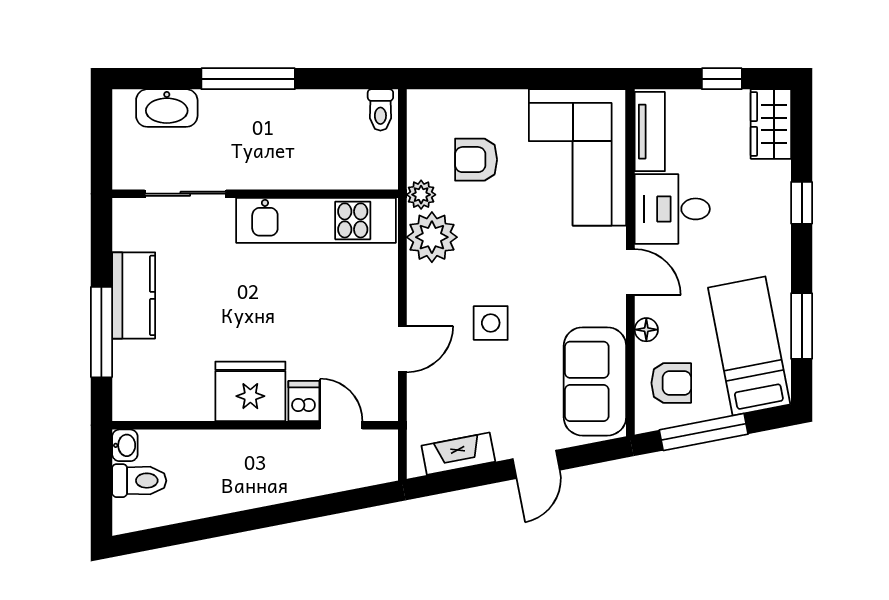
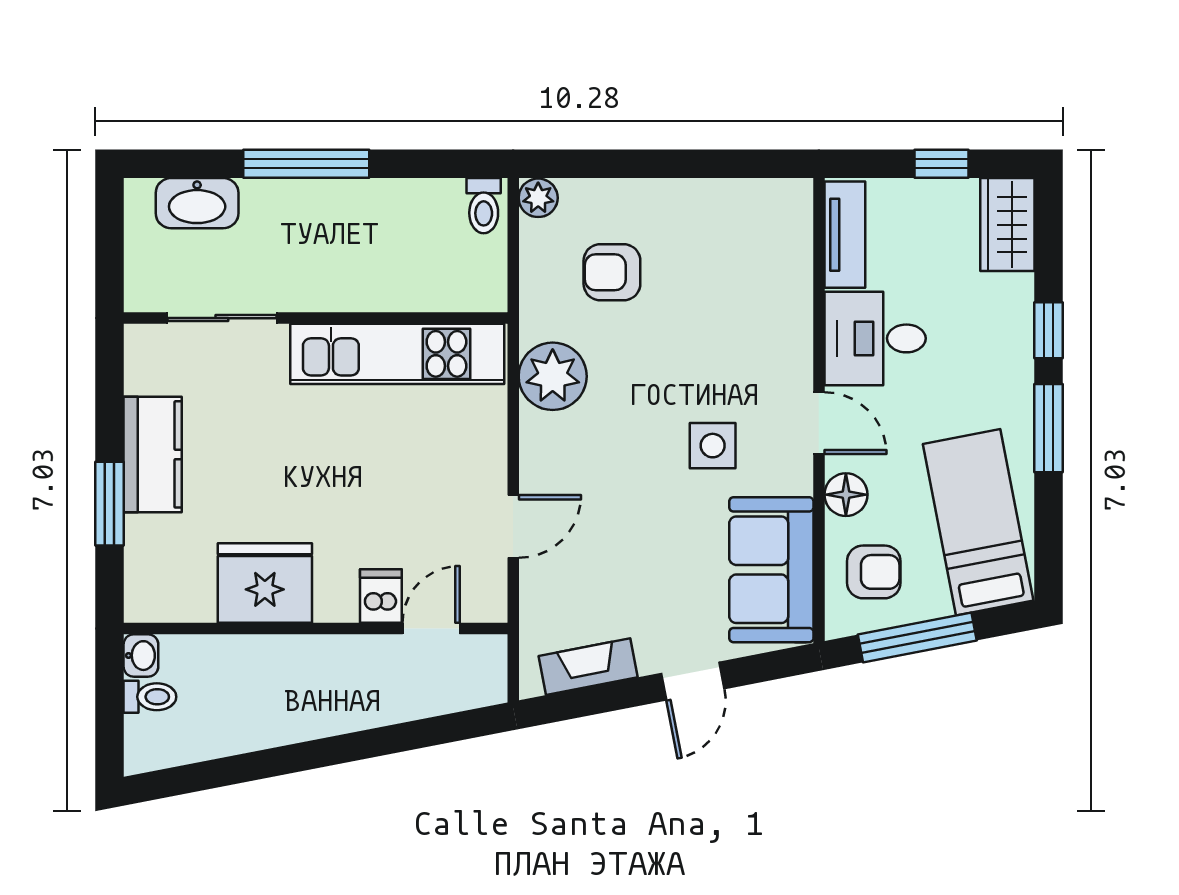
corner sofa: (578, 157) -> (748, 269), removed
plant: (421, 195) -> (538, 198), moved
side table: (491, 323) -> (713, 446), moved
window: (802, 326) -> (1048, 428), moved
floor lamp: (646, 330) -> (846, 495), width x1.37, depth x1.37
window: (101, 332) -> (110, 504), width x0.69
fridge: (250, 391) -> (265, 583), moved
door: (341, 425) -> (431, 629), hinge flipped
toilet: (139, 481) -> (150, 697), width x0.73, depth x0.72

